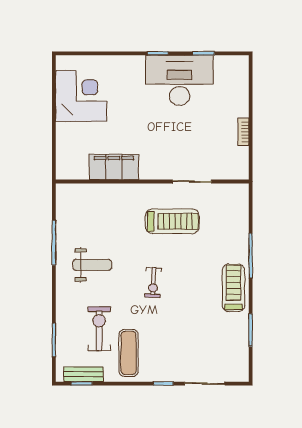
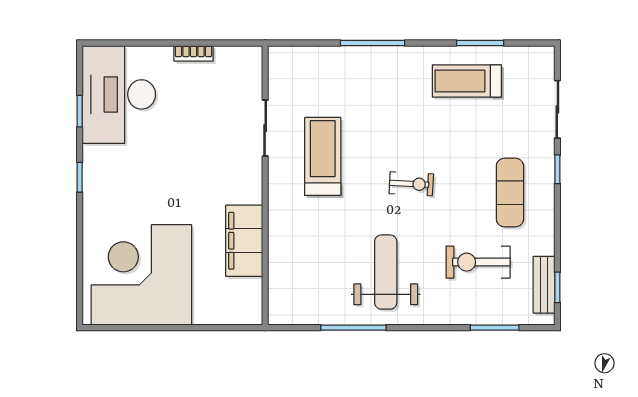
desk: (179, 80) -> (119, 94), moved
corner desk: (81, 96) -> (141, 275), width x1.36, depth x1.36
weight bench: (92, 265) -> (386, 272), width x1.36, depth x1.33
treadmill: (234, 288) -> (467, 81), moved
exercise mat: (129, 353) -> (510, 193), moved, turned 90

